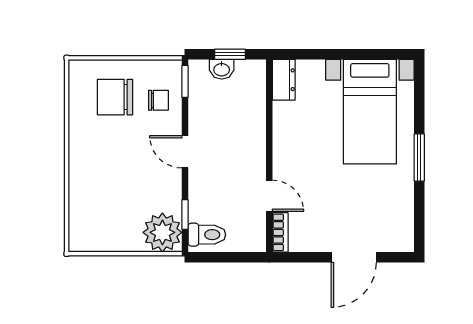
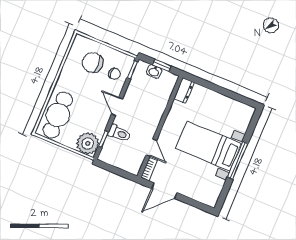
bed with nightstands: (370, 112) -> (209, 146), moved, turned 90
window: (419, 157) -> (238, 160), width x1.44
cafe table: (94, 206) -> (58, 115), added
toilet: (207, 235) -> (119, 133), moved
door: (354, 257) -> (164, 191), moved

